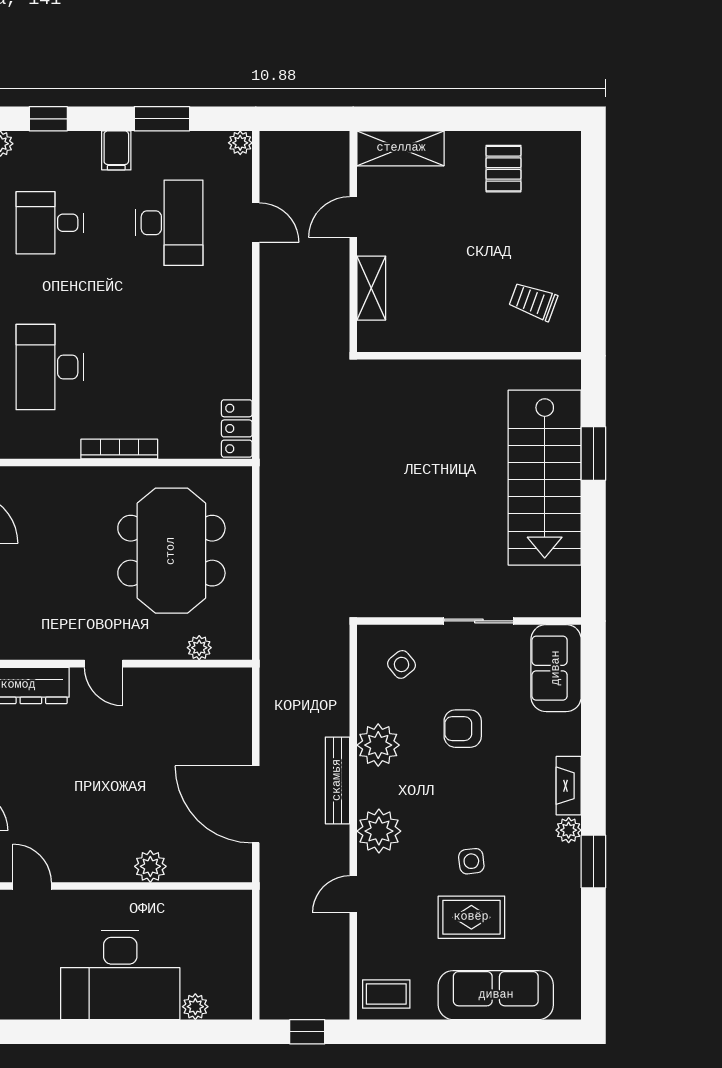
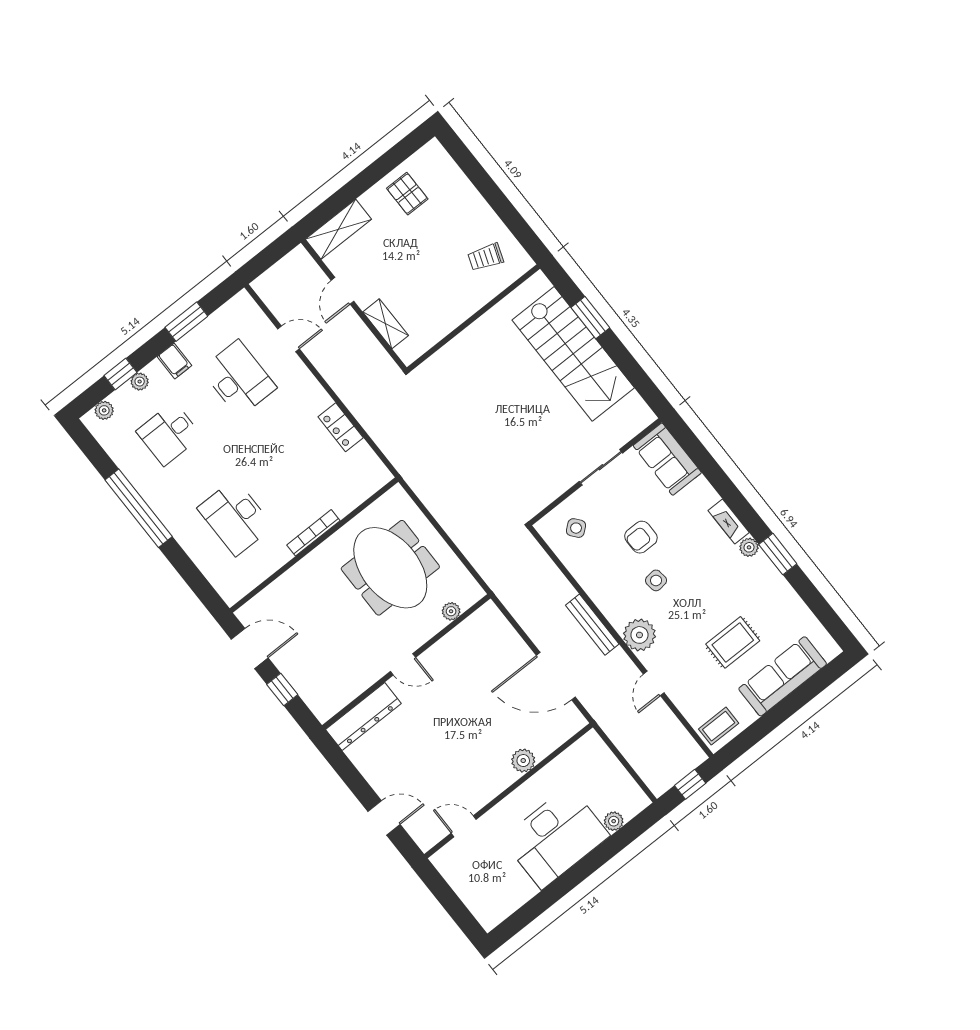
plant: (240, 143) -> (140, 382), moved
locker: (237, 428) -> (341, 427), moved
plant: (378, 745) -> (600, 585), removed
side table: (471, 861) -> (656, 580), moved

